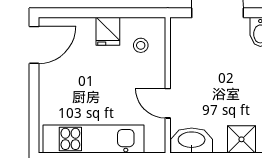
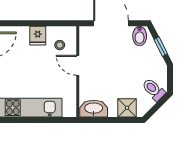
door: (168, 103) -> (78, 65), moved

